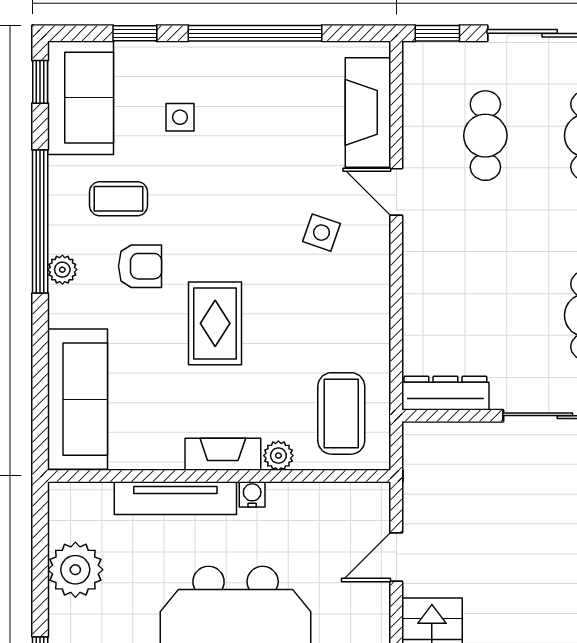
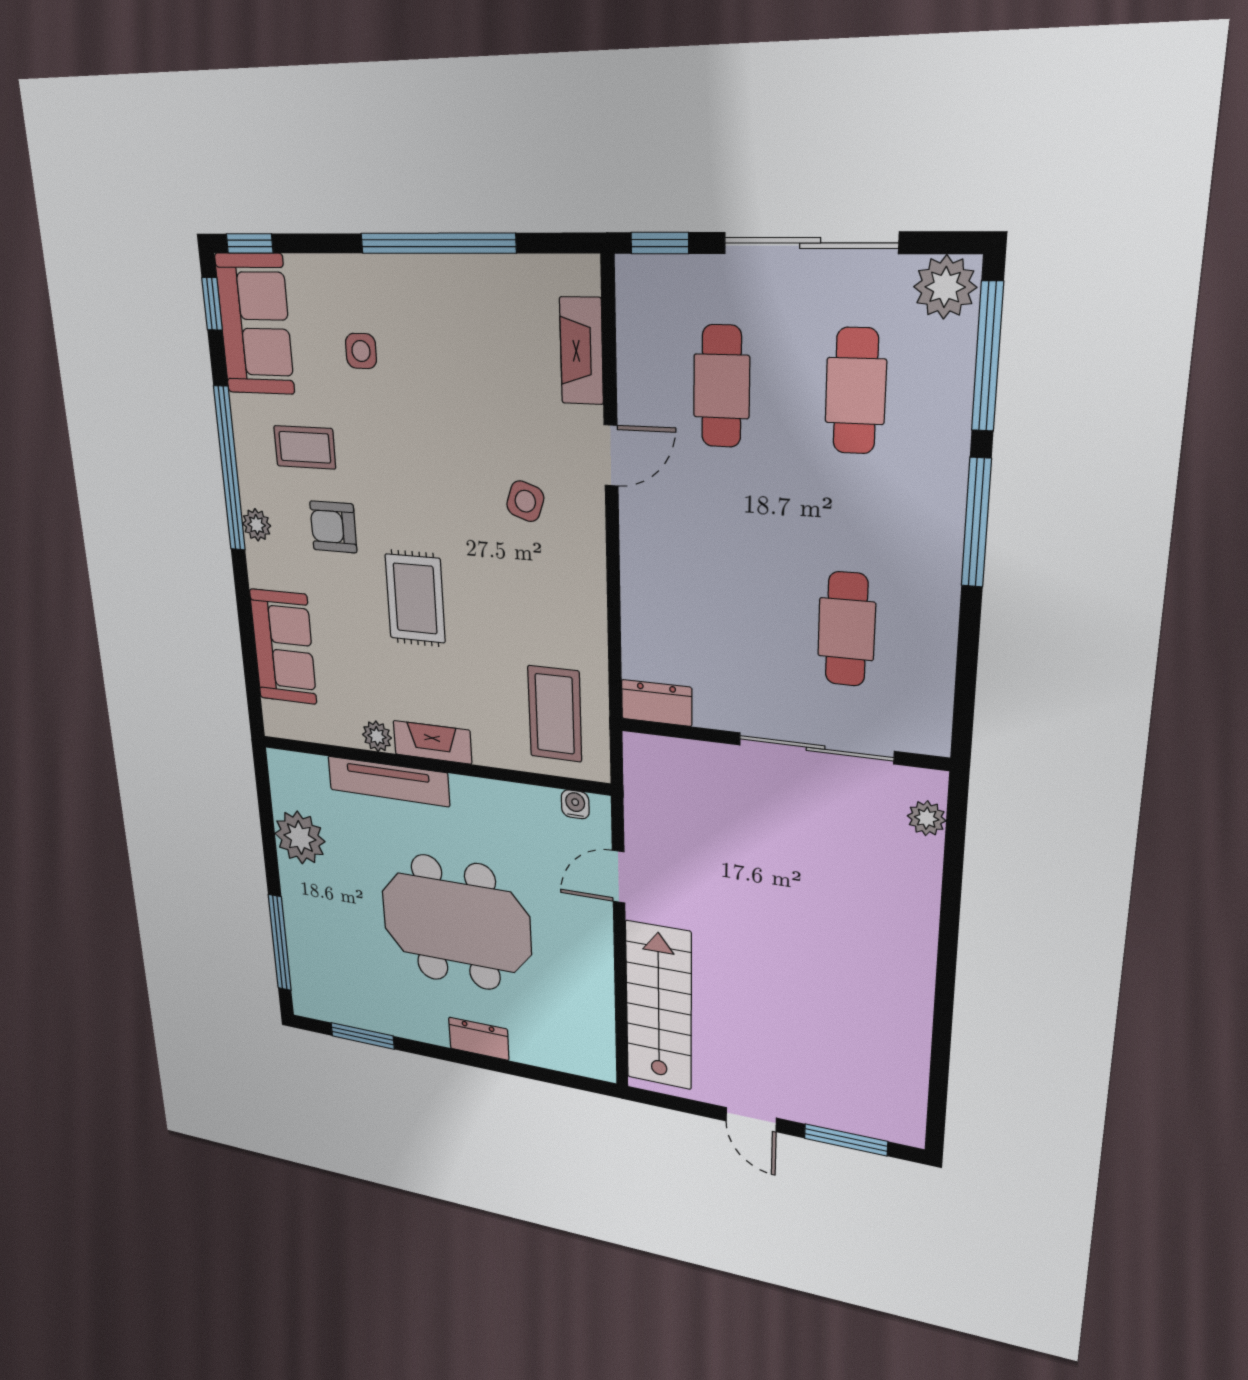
window: (135, 33) -> (250, 243), moved
fireplace: (368, 112) -> (581, 351), width x0.73, depth x0.76
door: (396, 192) -> (611, 456), swing flipped
armchair: (140, 266) -> (333, 527), turned 180
dresser: (445, 393) -> (657, 703), width x0.70
sofa: (78, 399) -> (283, 647), width x0.73
plant: (278, 456) -> (377, 736), moved
water cooler: (252, 494) -> (575, 804), moved

